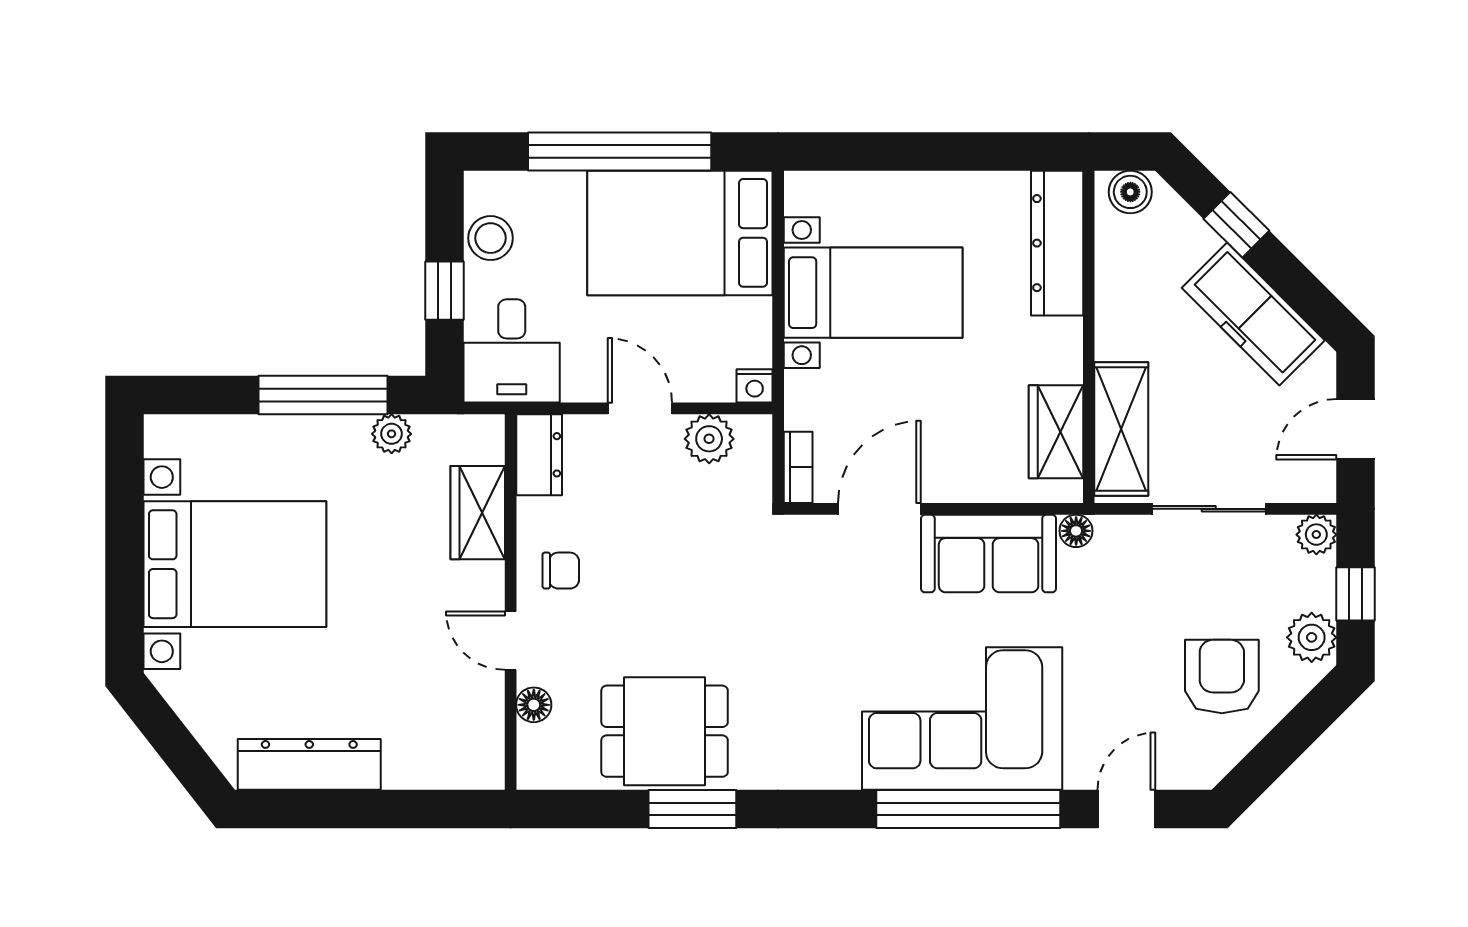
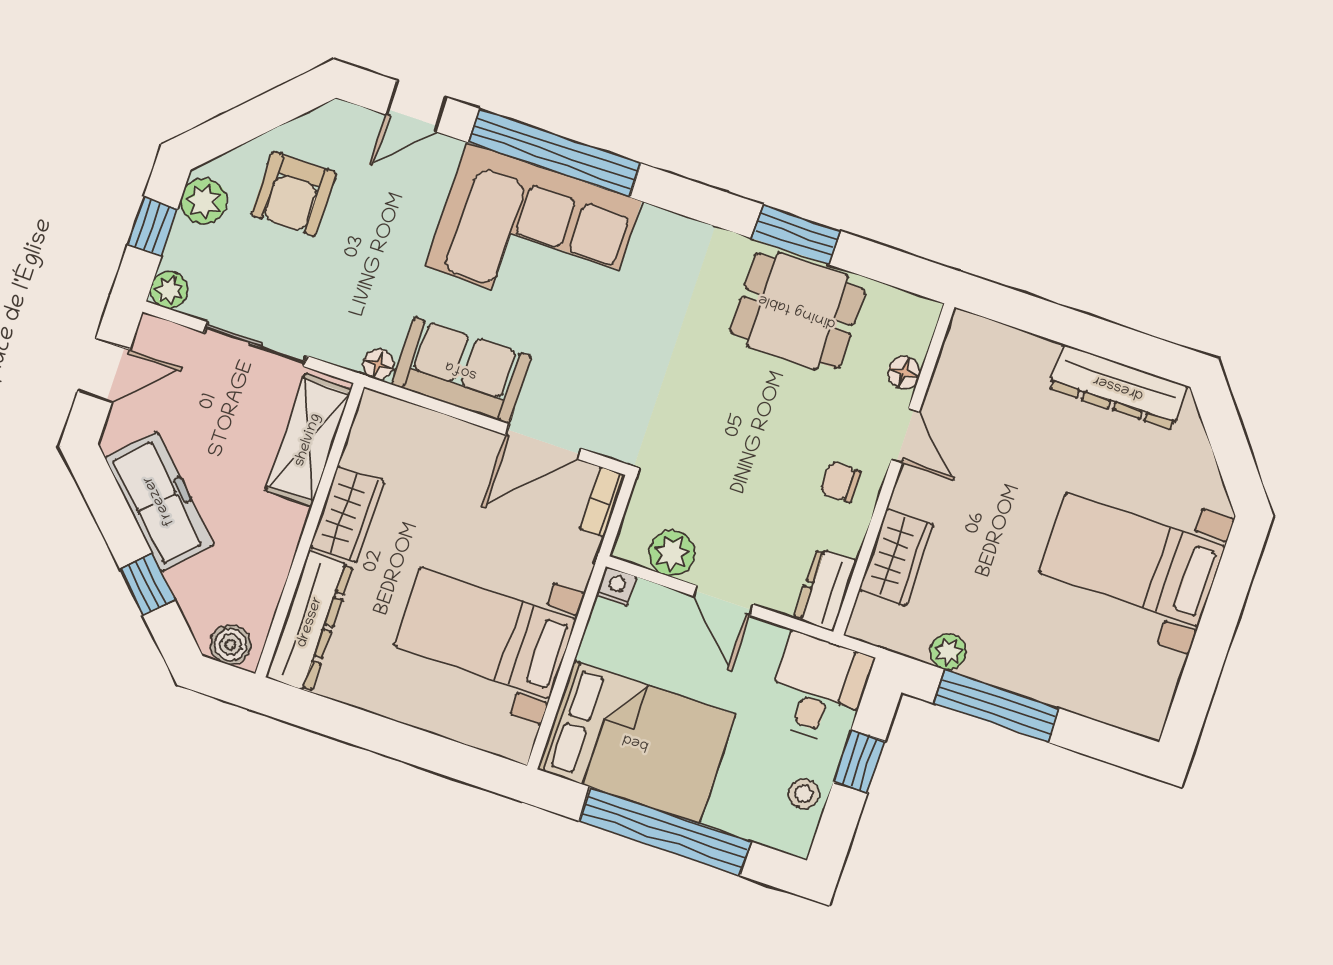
stool: (491, 238) -> (804, 794), width x0.73, depth x0.73
wardrobe: (1056, 432) -> (347, 514), moved
bed with nightstands: (235, 564) -> (1132, 560), width x0.73

